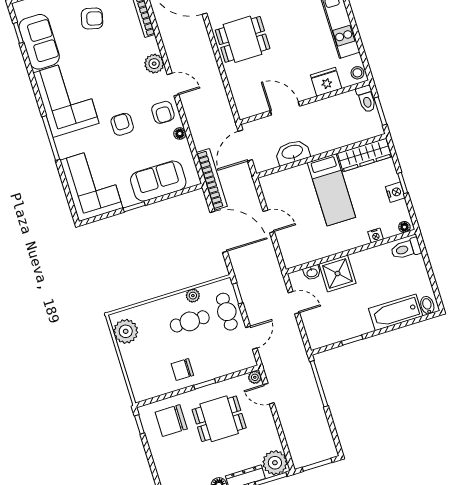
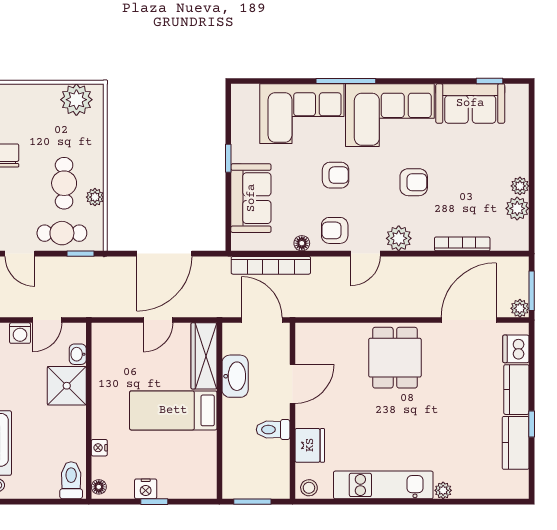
armchair: (92, 19) -> (414, 182), moved, turned -104
toilet: (366, 99) -> (273, 430), moved
wardrobe: (364, 155) -> (204, 356), moved
bookcase: (212, 179) -> (271, 265), moved
corner sofa: (91, 184) -> (302, 114), moved
washing machine: (310, 320) -> (20, 333), added

